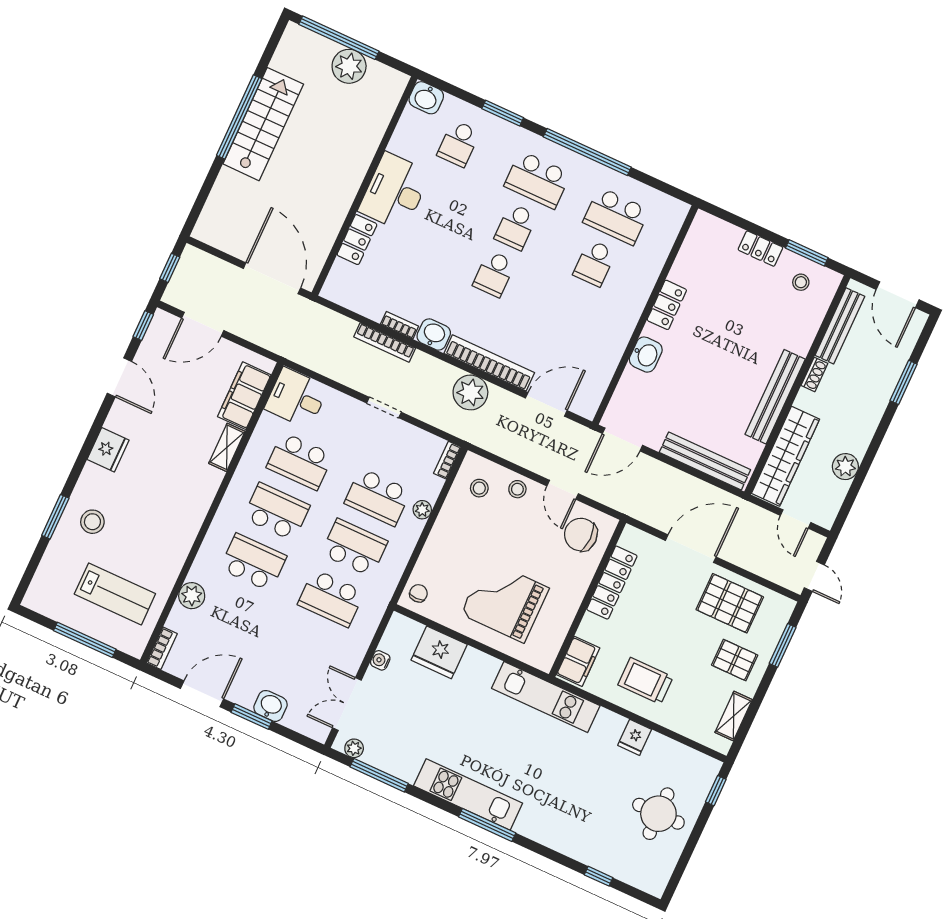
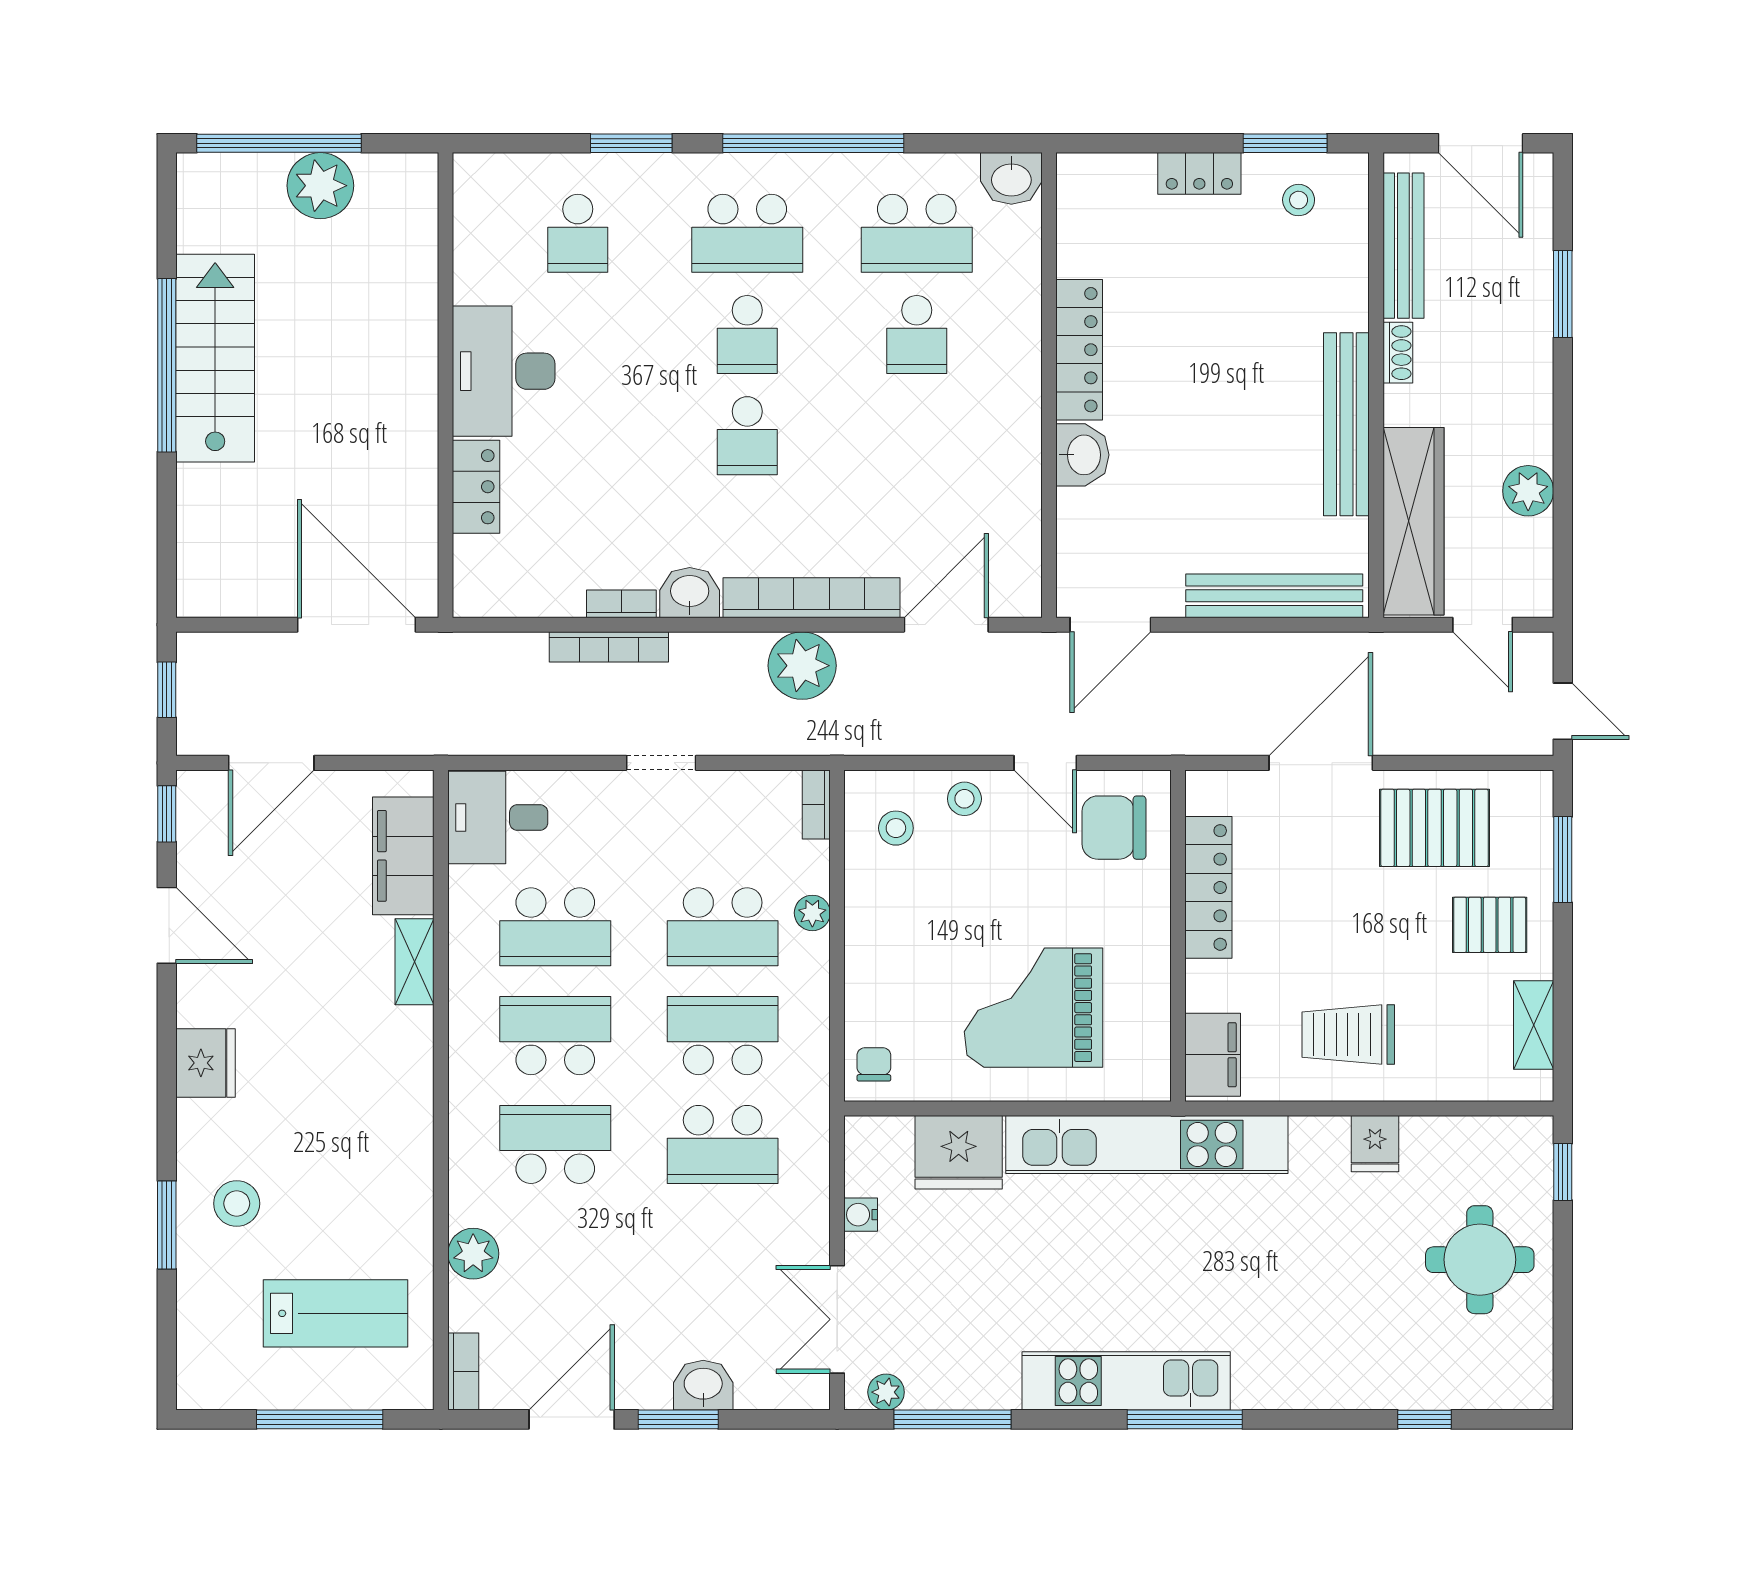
washbasin: (426, 98) -> (1011, 178), moved
locker: (667, 305) -> (1079, 350), width x1.53
kitchen unit: (546, 697) -> (1147, 1145), width x1.36

